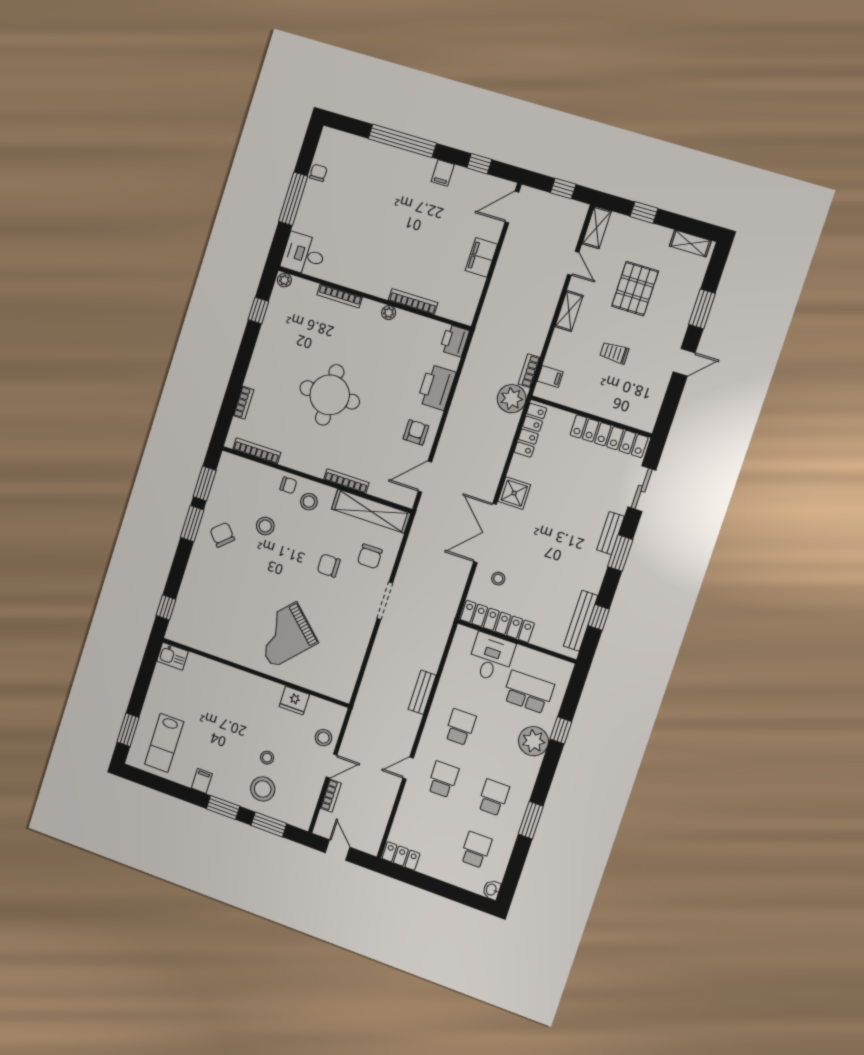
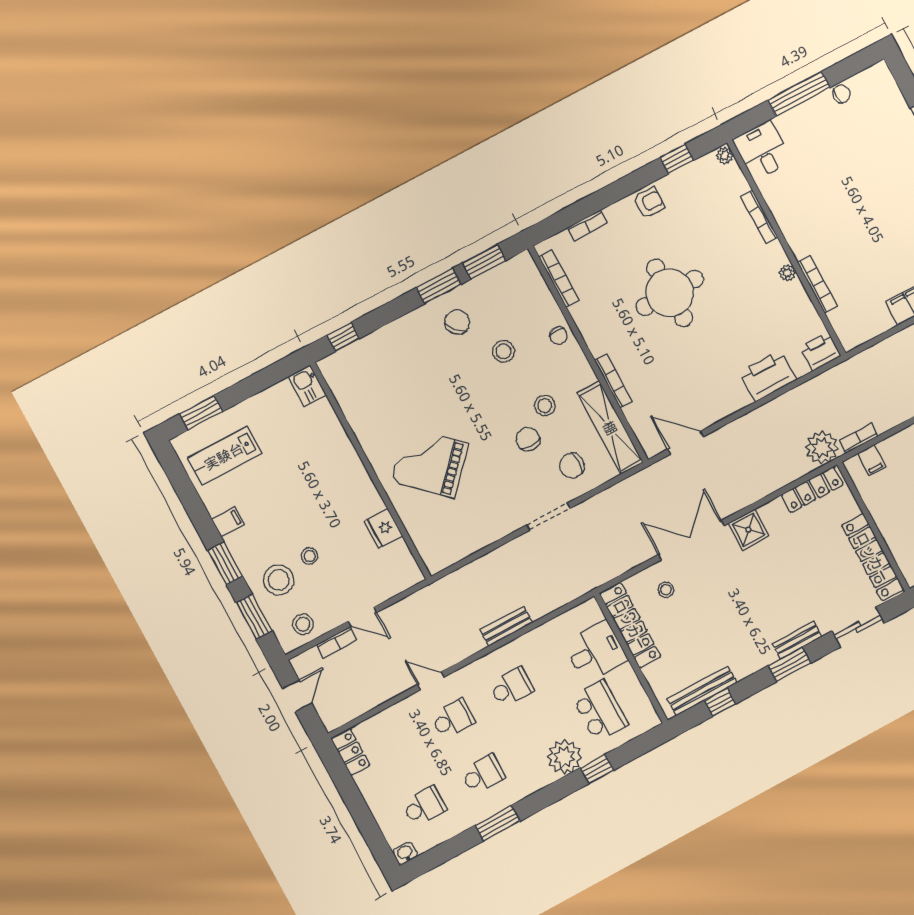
armchair: (416, 432) -> (649, 203), moved
stool: (309, 502) -> (545, 406), moved
stool: (323, 738) -> (303, 624), moved

